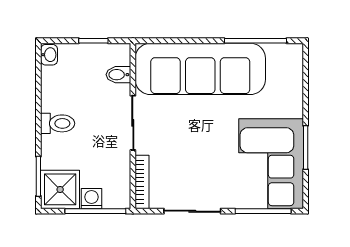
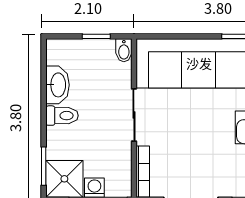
washbasin: (49, 55) -> (57, 85), moved, width x1.91, depth x1.45
bidet: (118, 75) -> (124, 50), moved, turned -90

